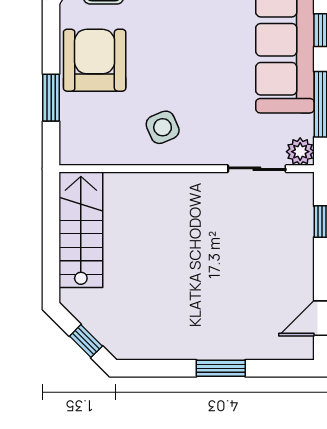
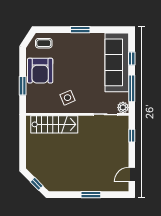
armchair: (95, 60) -> (40, 71), turned 180
stairs: (81, 230) -> (54, 124), moved, turned 90

